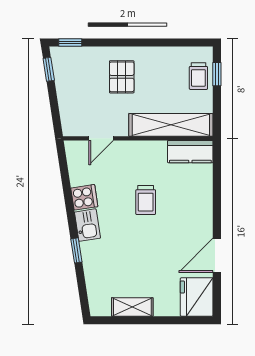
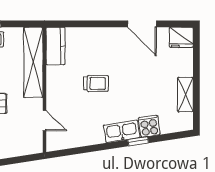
cooker: (84, 197) -> (149, 126), moved
kitchen sink: (87, 225) -> (122, 131), width x1.38
fridge: (197, 297) -> (181, 37), width x0.73, depth x0.75

